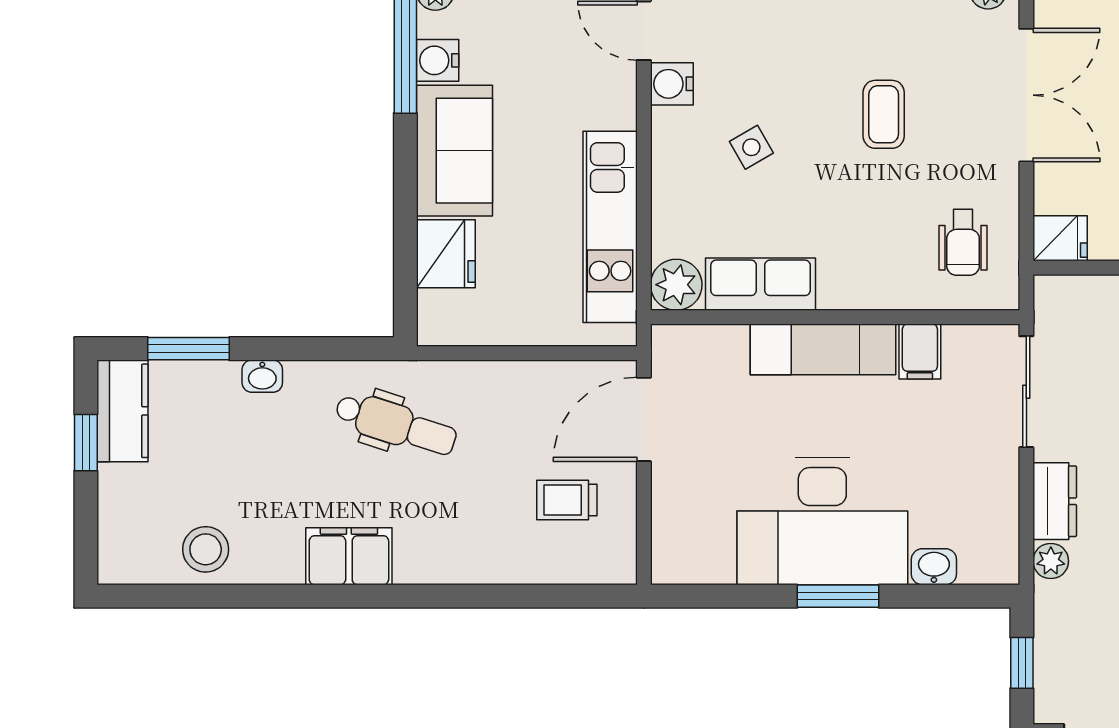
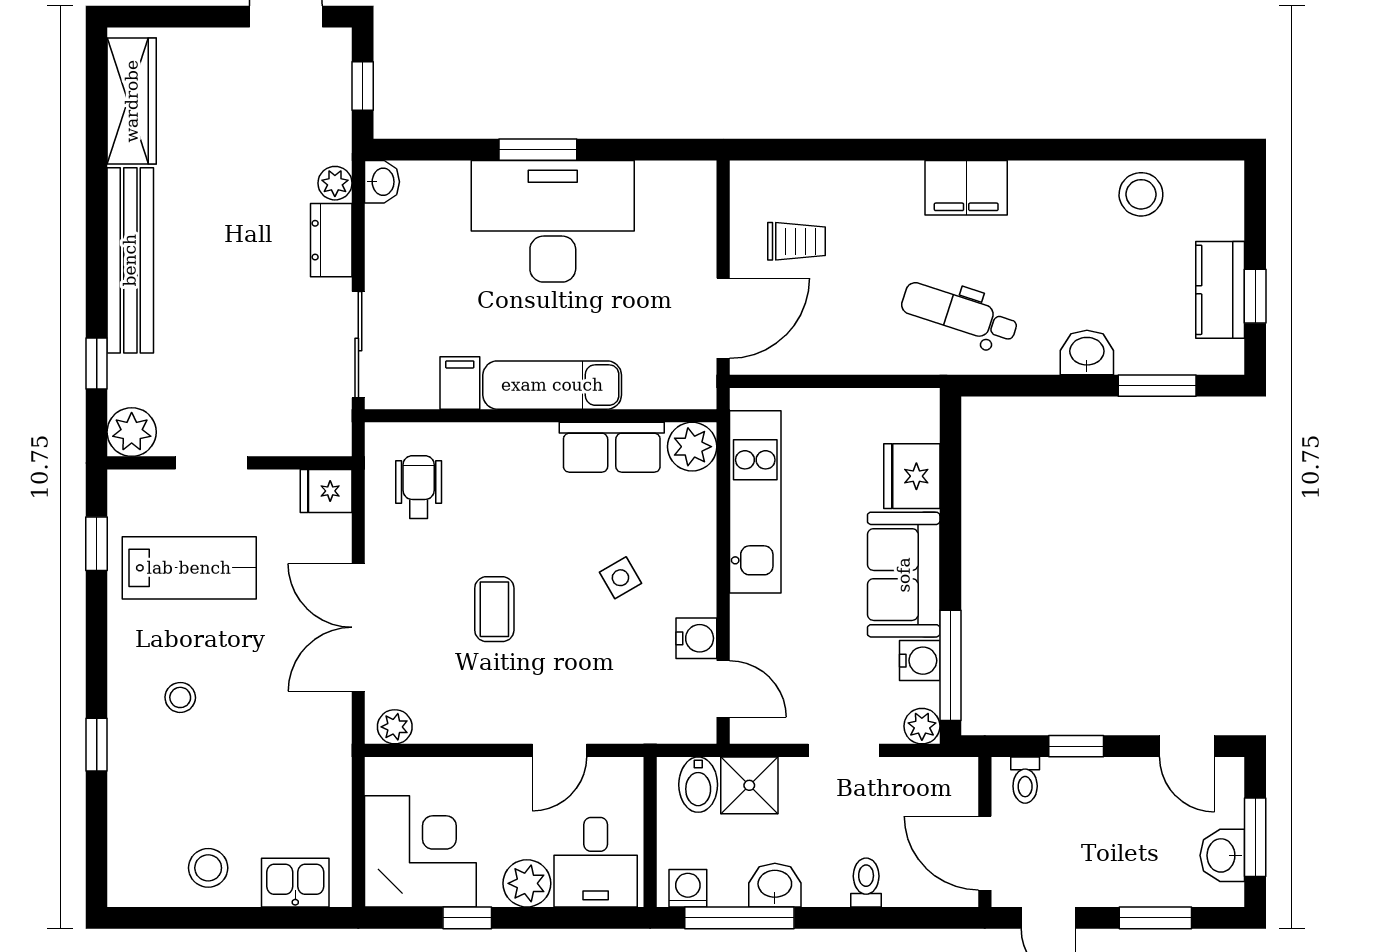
washbasin: (262, 376) -> (1087, 353), width x1.38, depth x1.45
kitchen counter: (123, 411) -> (1220, 290), moved
filing cabinet: (349, 556) -> (966, 188), moved
washbasin: (934, 567) -> (382, 182), moved, turned -90

